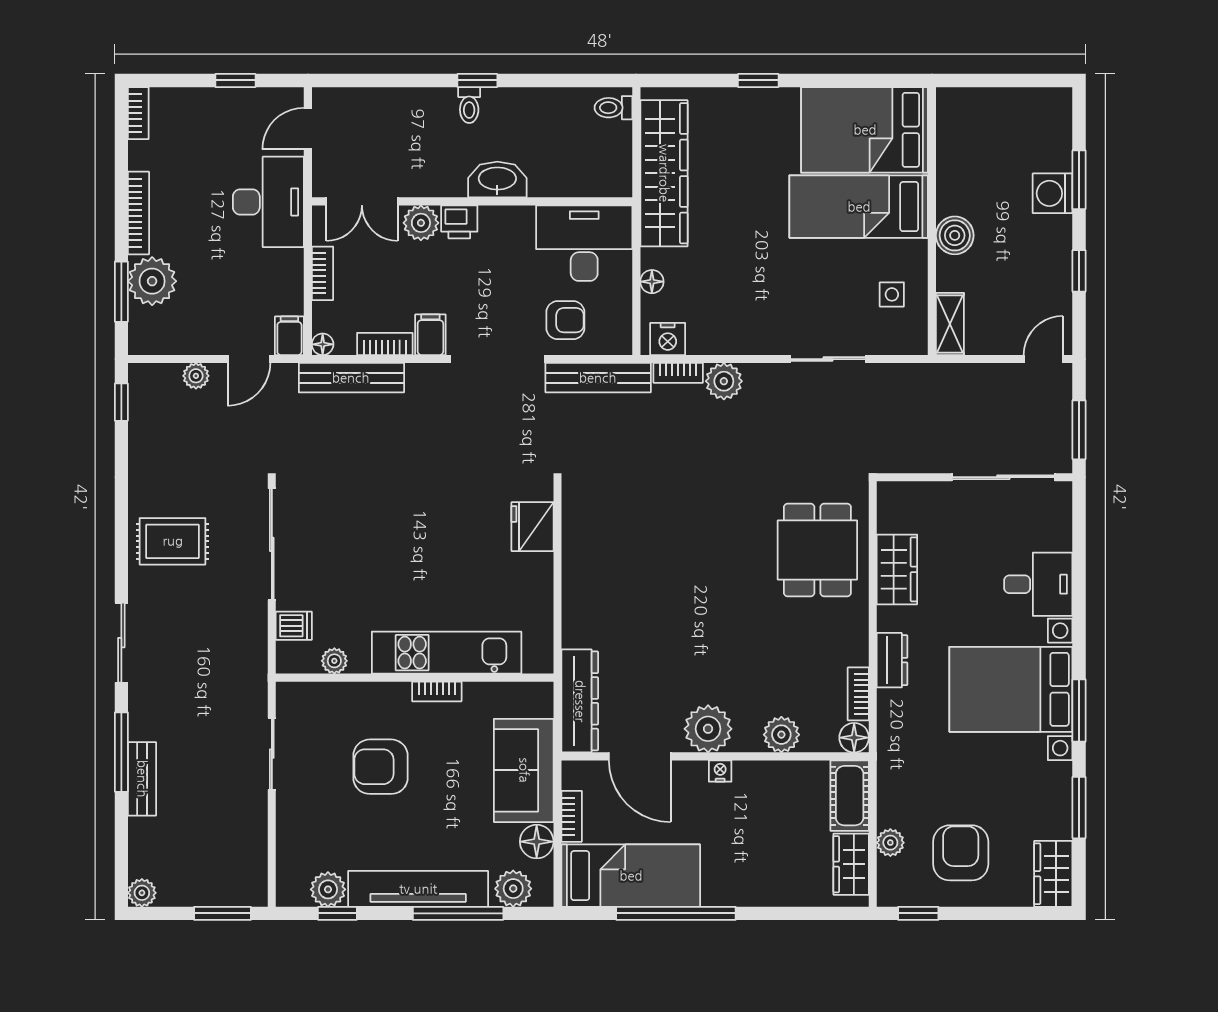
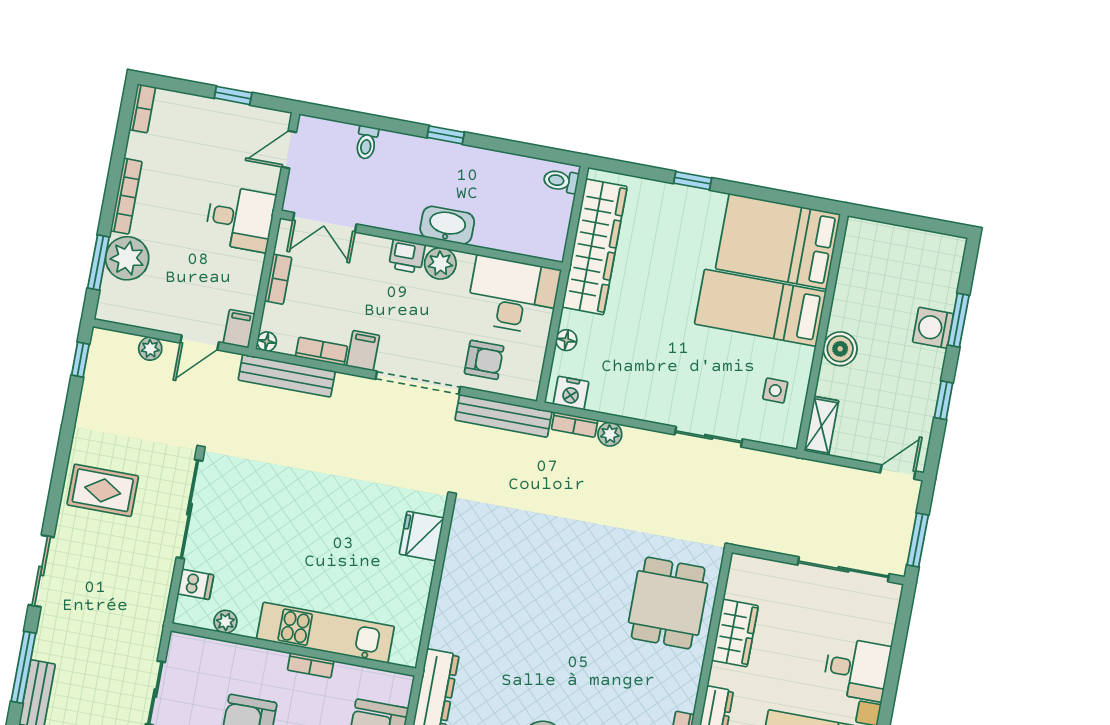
toilet: (469, 105) -> (367, 143), moved
desk: (268, 202) -> (240, 218), width x0.73
plant: (421, 223) -> (440, 263), moved
plant: (724, 381) -> (610, 434), width x0.73, depth x0.73

